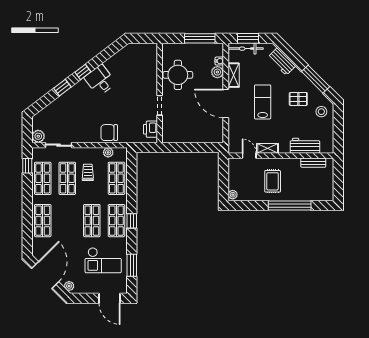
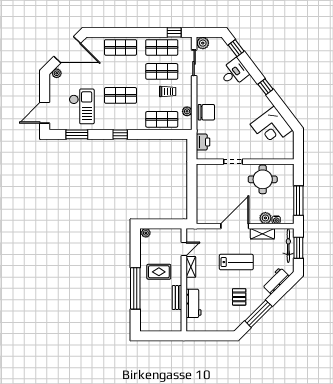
corner desk: (124, 66) -> (271, 127), added
desk: (100, 80) -> (234, 73), moved
window: (62, 88) -> (236, 48), moved
stool: (321, 112) -> (227, 319), removed
printer: (150, 129) -> (203, 142), moved, turned 90
chair: (109, 133) -> (206, 112), turned 90
bench: (313, 163) -> (177, 298), moved
shop shelf: (116, 221) -> (121, 119), removed
checkout: (103, 260) -> (82, 106), turned 180

